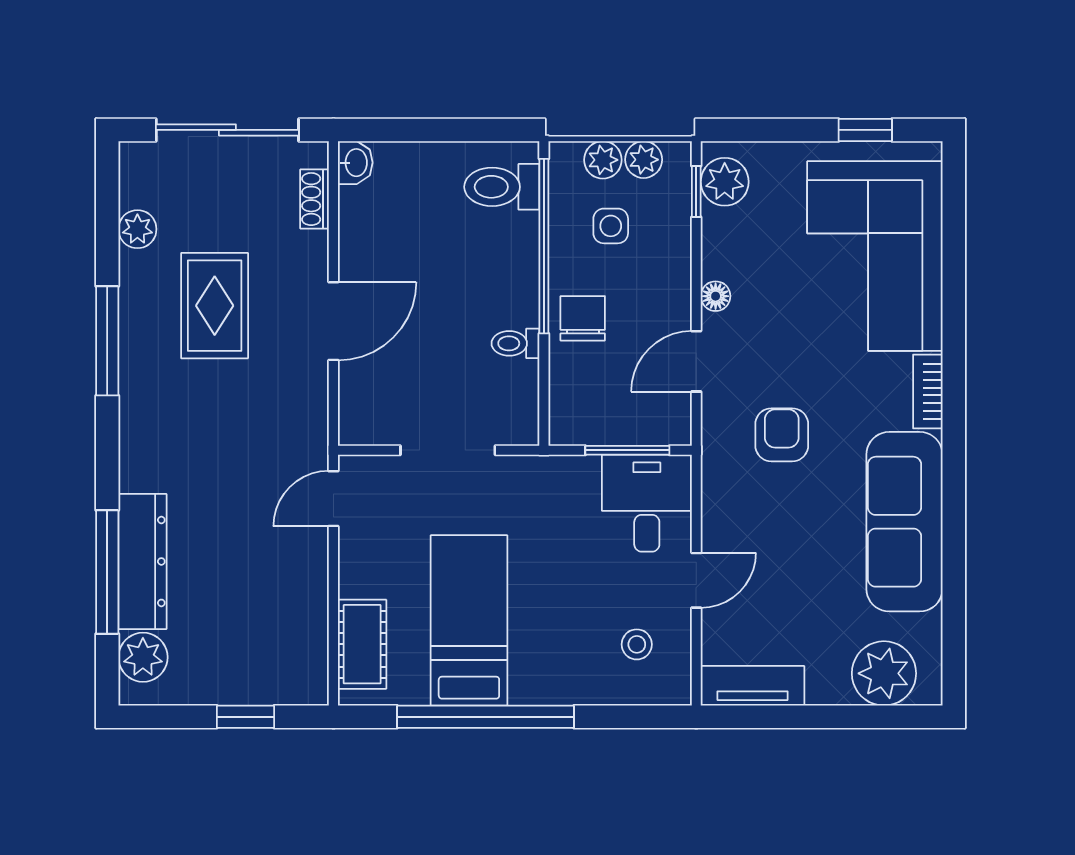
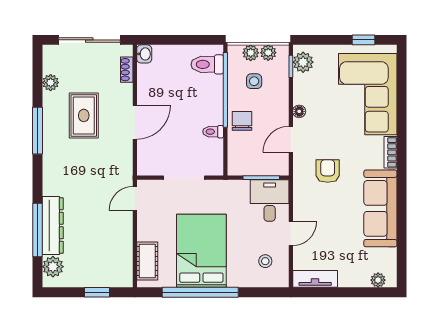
bed: (469, 620) -> (201, 251), width x1.50
plant: (884, 673) -> (378, 280), width x0.53, depth x0.53

